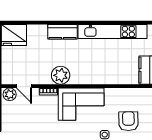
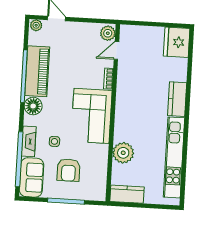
plant: (61, 75) -> (123, 153), moved
armchair: (128, 121) -> (69, 170), turned 91

